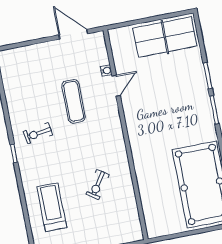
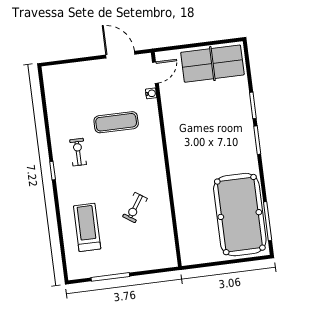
door: (116, 86) -> (155, 73), moved
exercise mat: (74, 101) -> (116, 122), turned 90
exercise bike: (38, 133) -> (78, 152), turned 99

